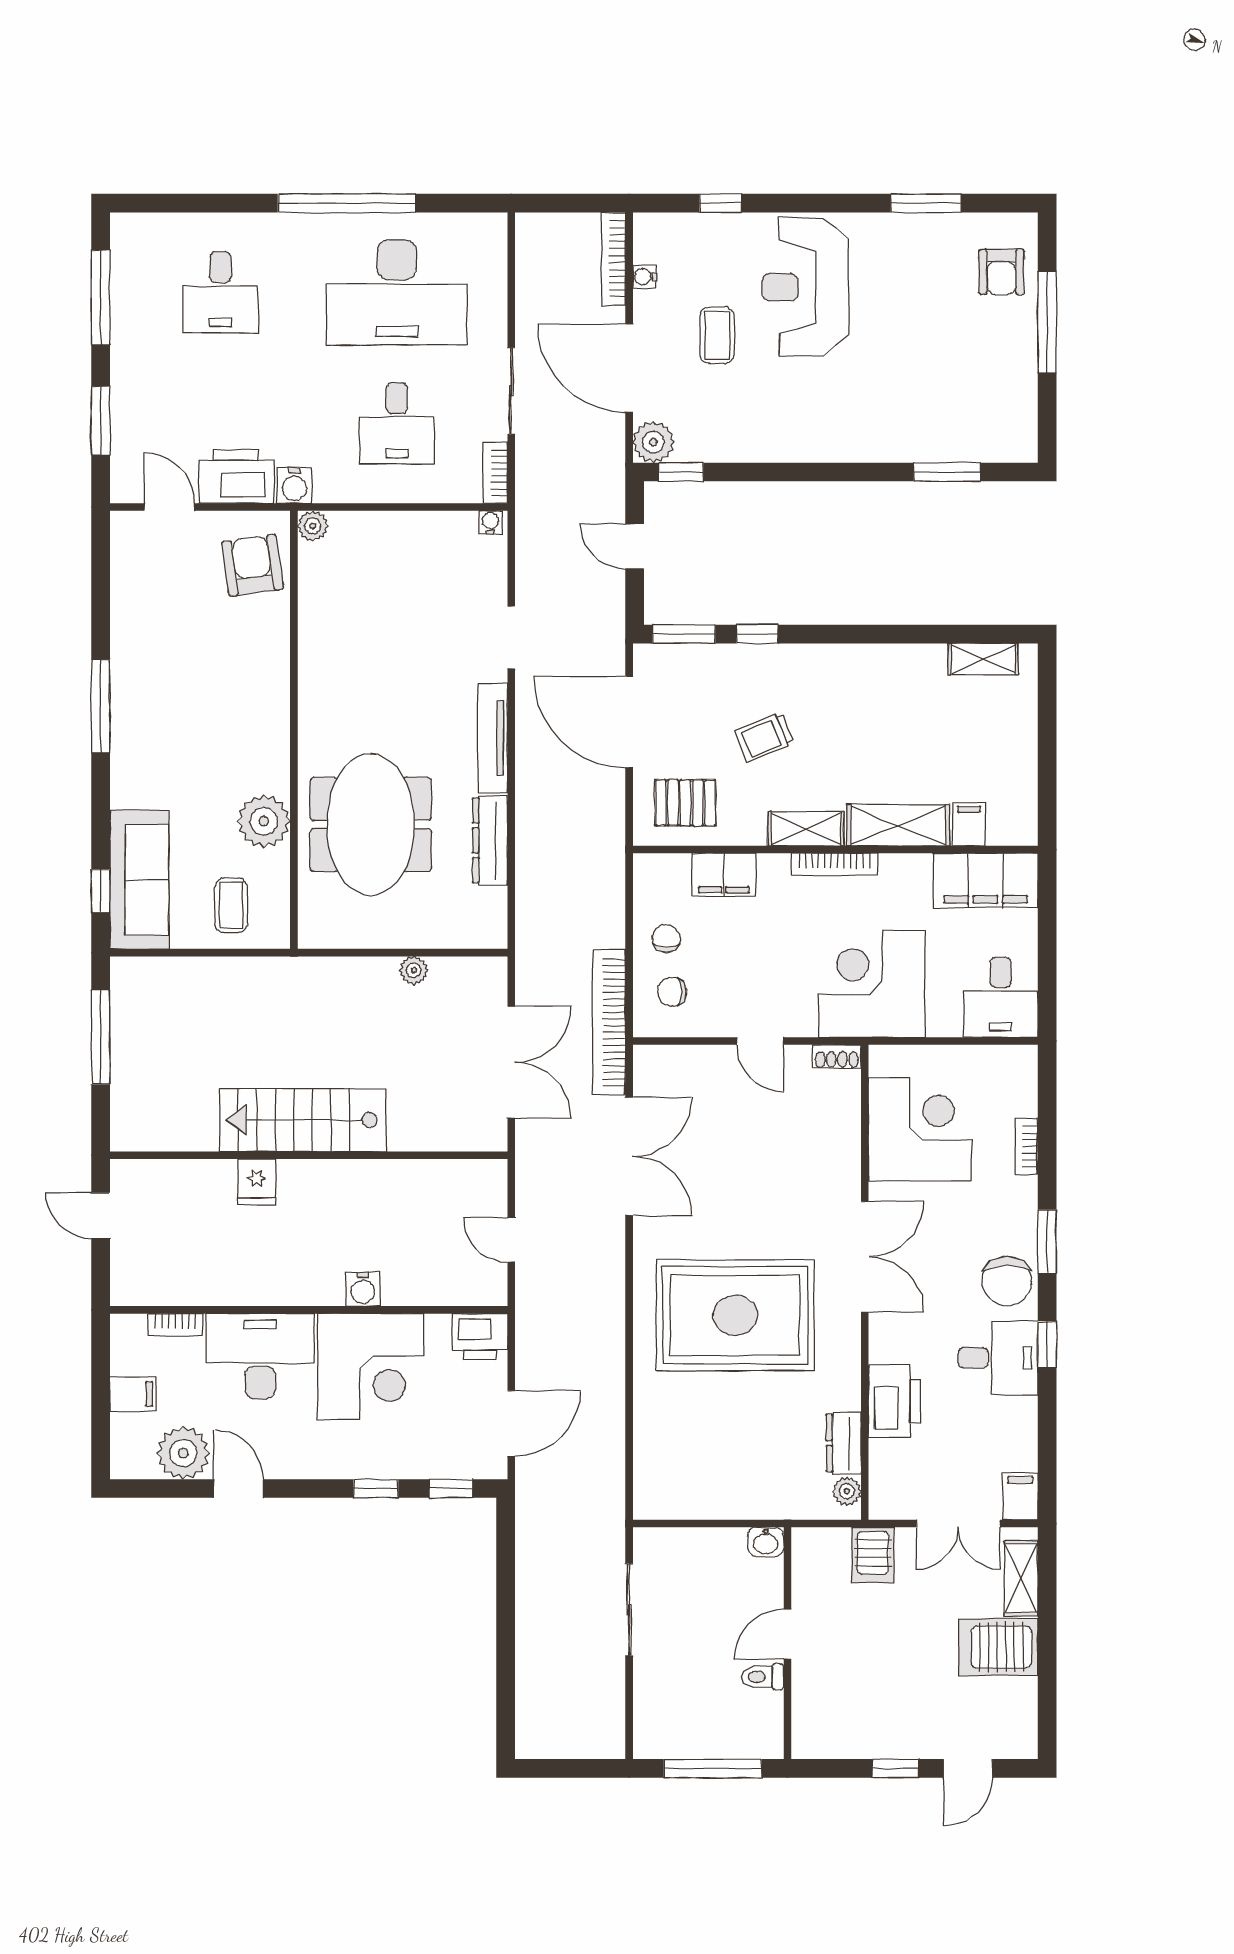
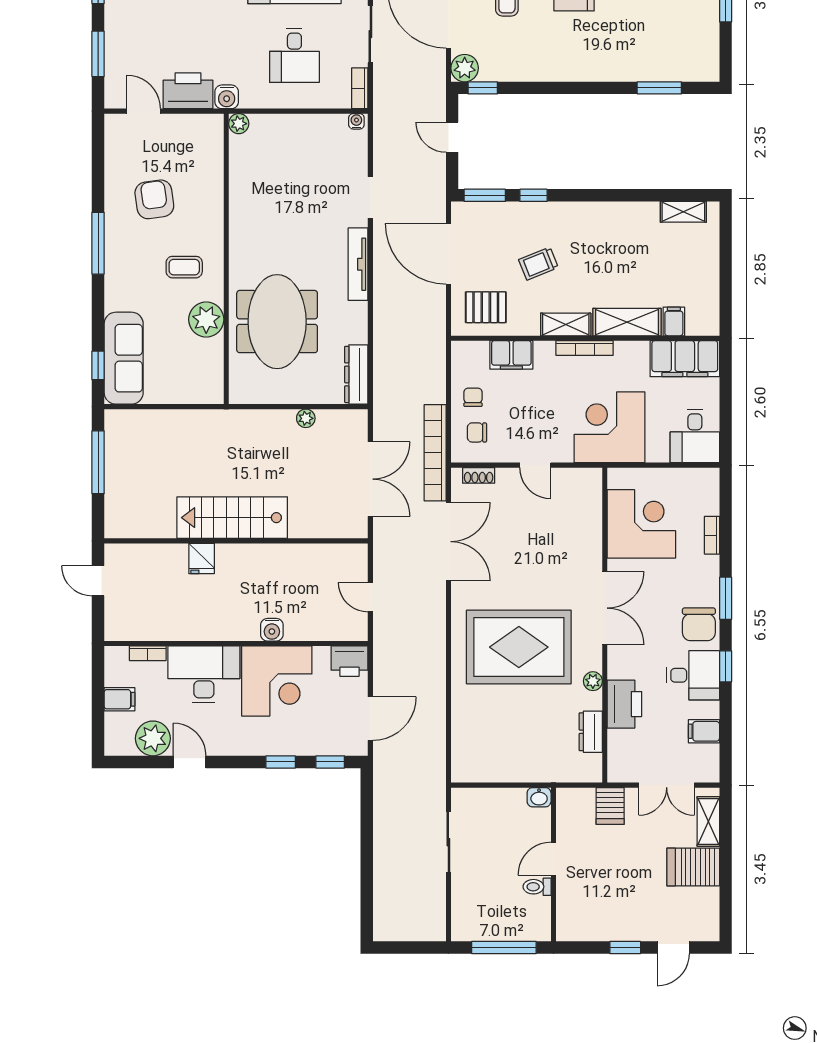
armchair: (252, 565) -> (154, 199), moved
dresser: (490, 840) -> (356, 374), moved
coffee table: (231, 905) -> (184, 267), moved, turned 90
shoe rack: (837, 1056) -> (479, 475), moved
plant: (847, 1491) -> (593, 681), moved
filing cabinet: (1020, 1496) -> (704, 731), moved, turned -90

